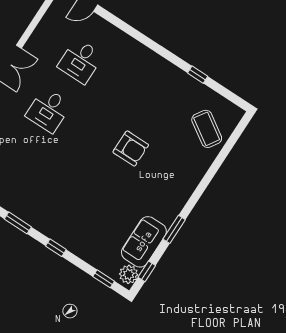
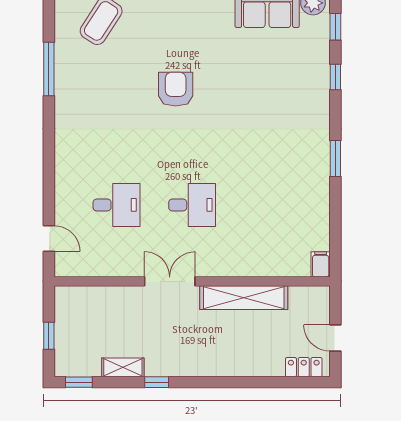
window: (198, 75) -> (49, 69), width x2.17
window: (56, 248) -> (335, 77), moved

